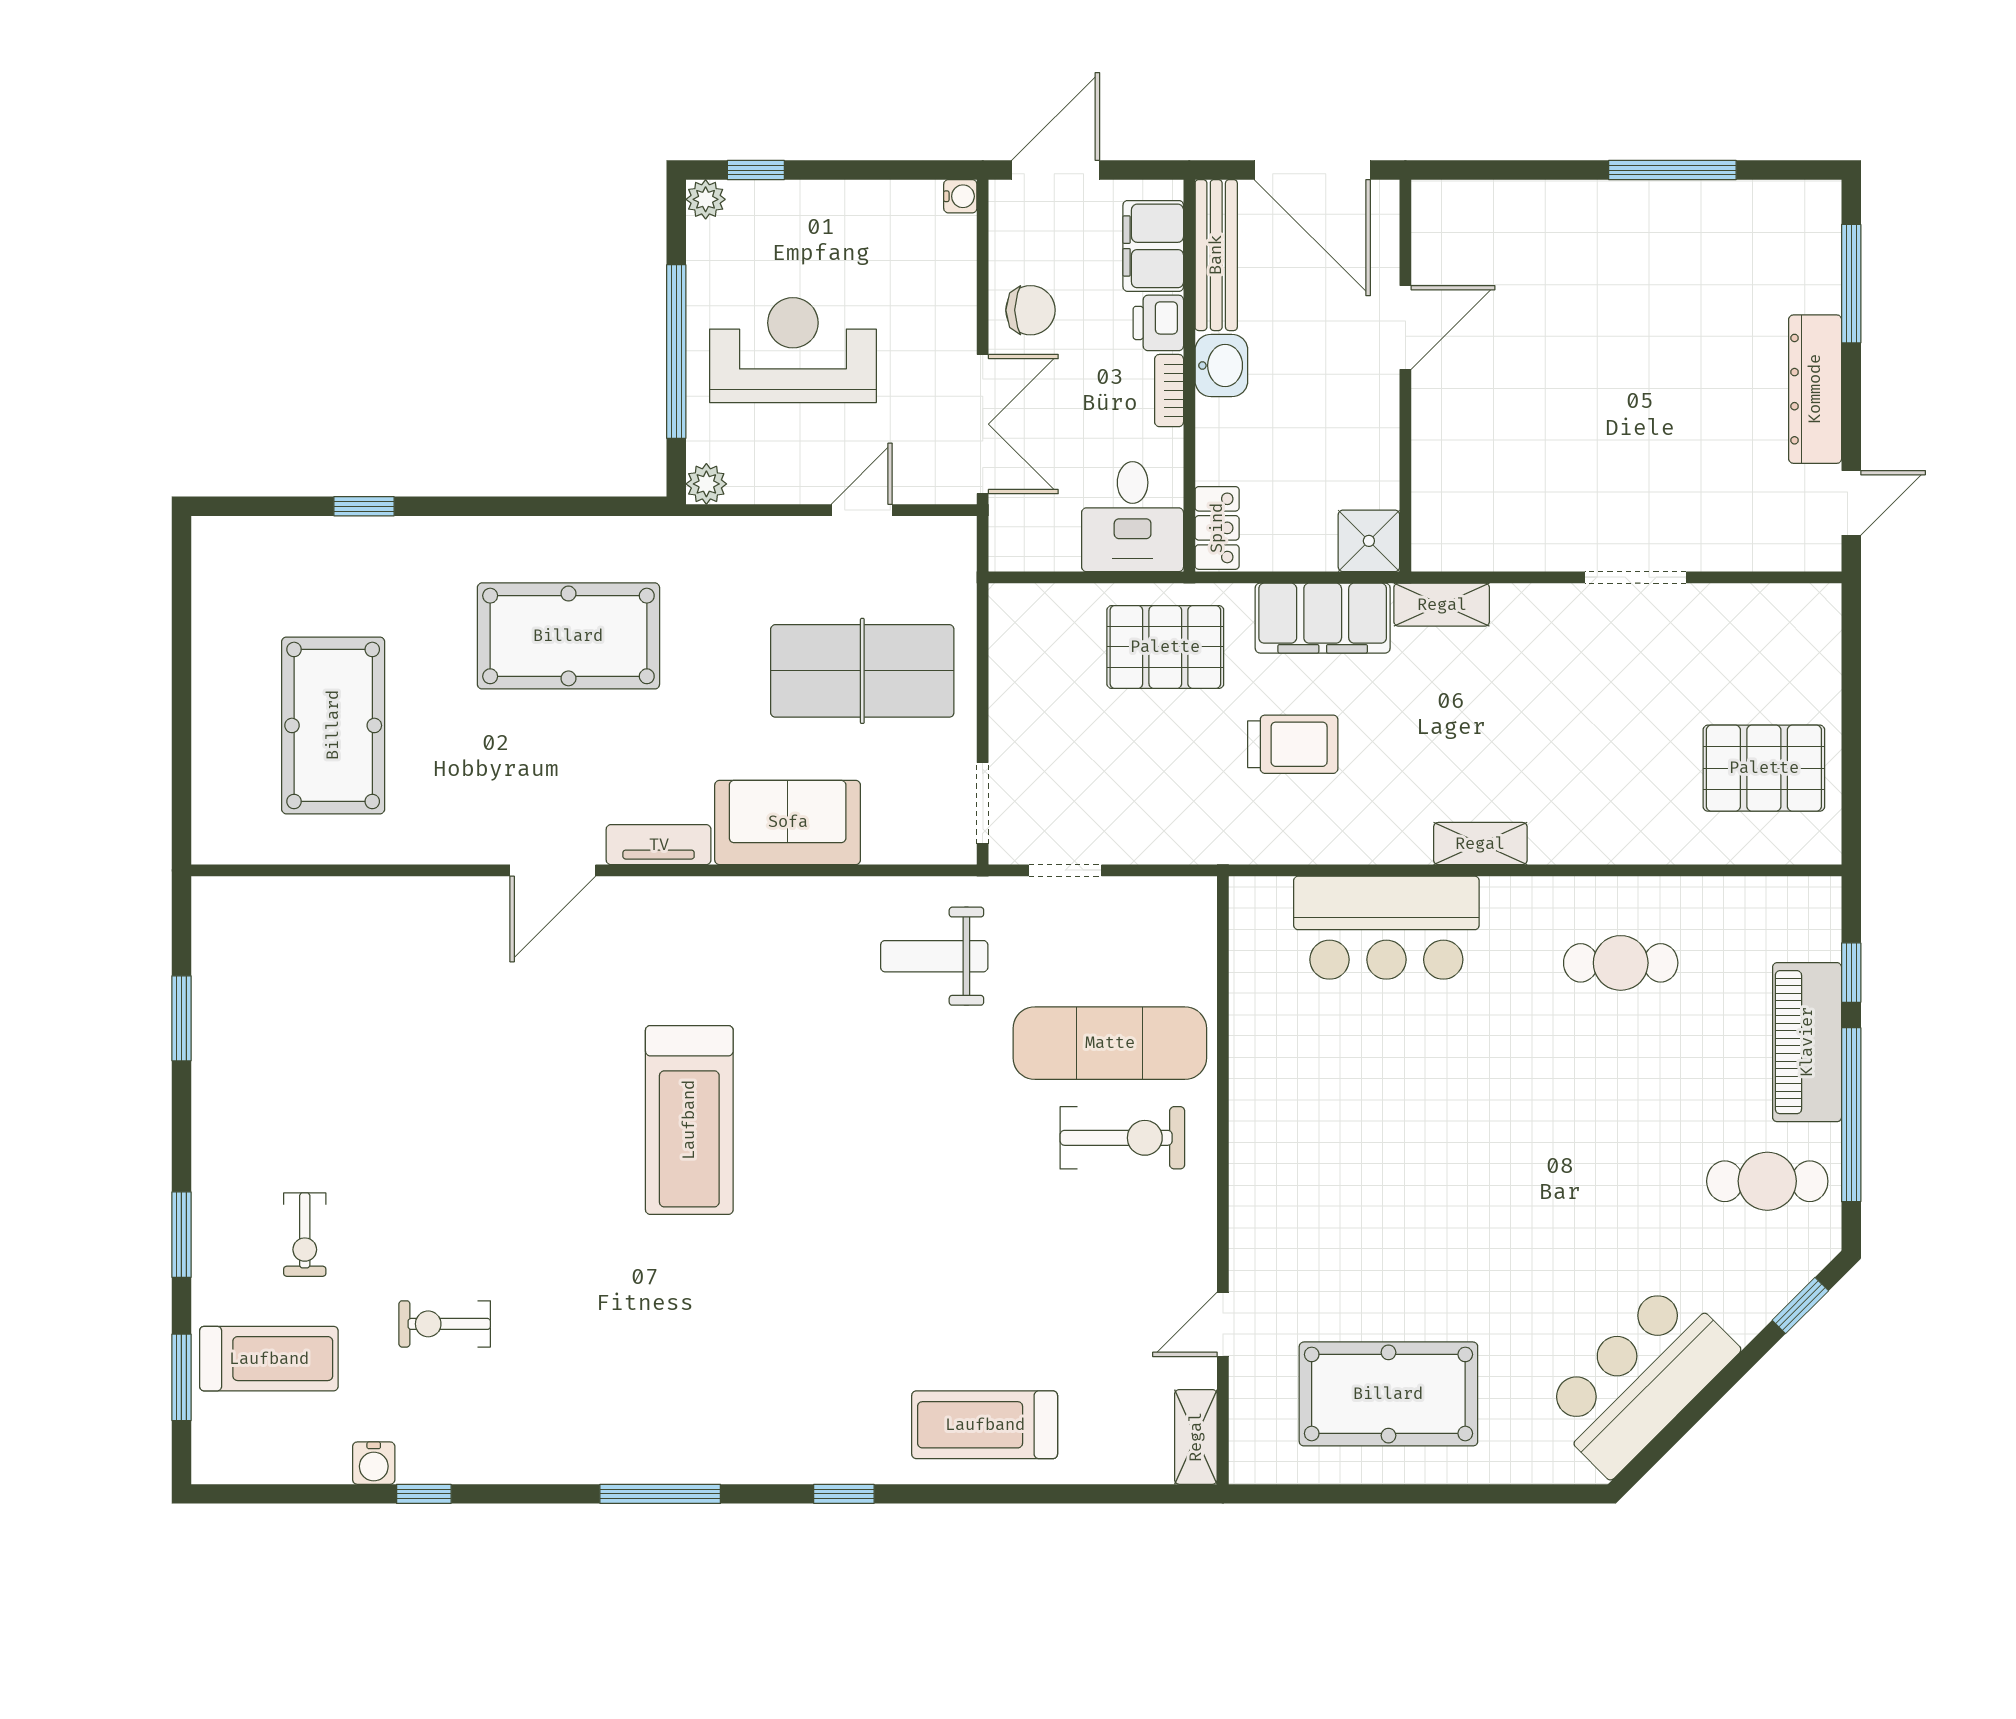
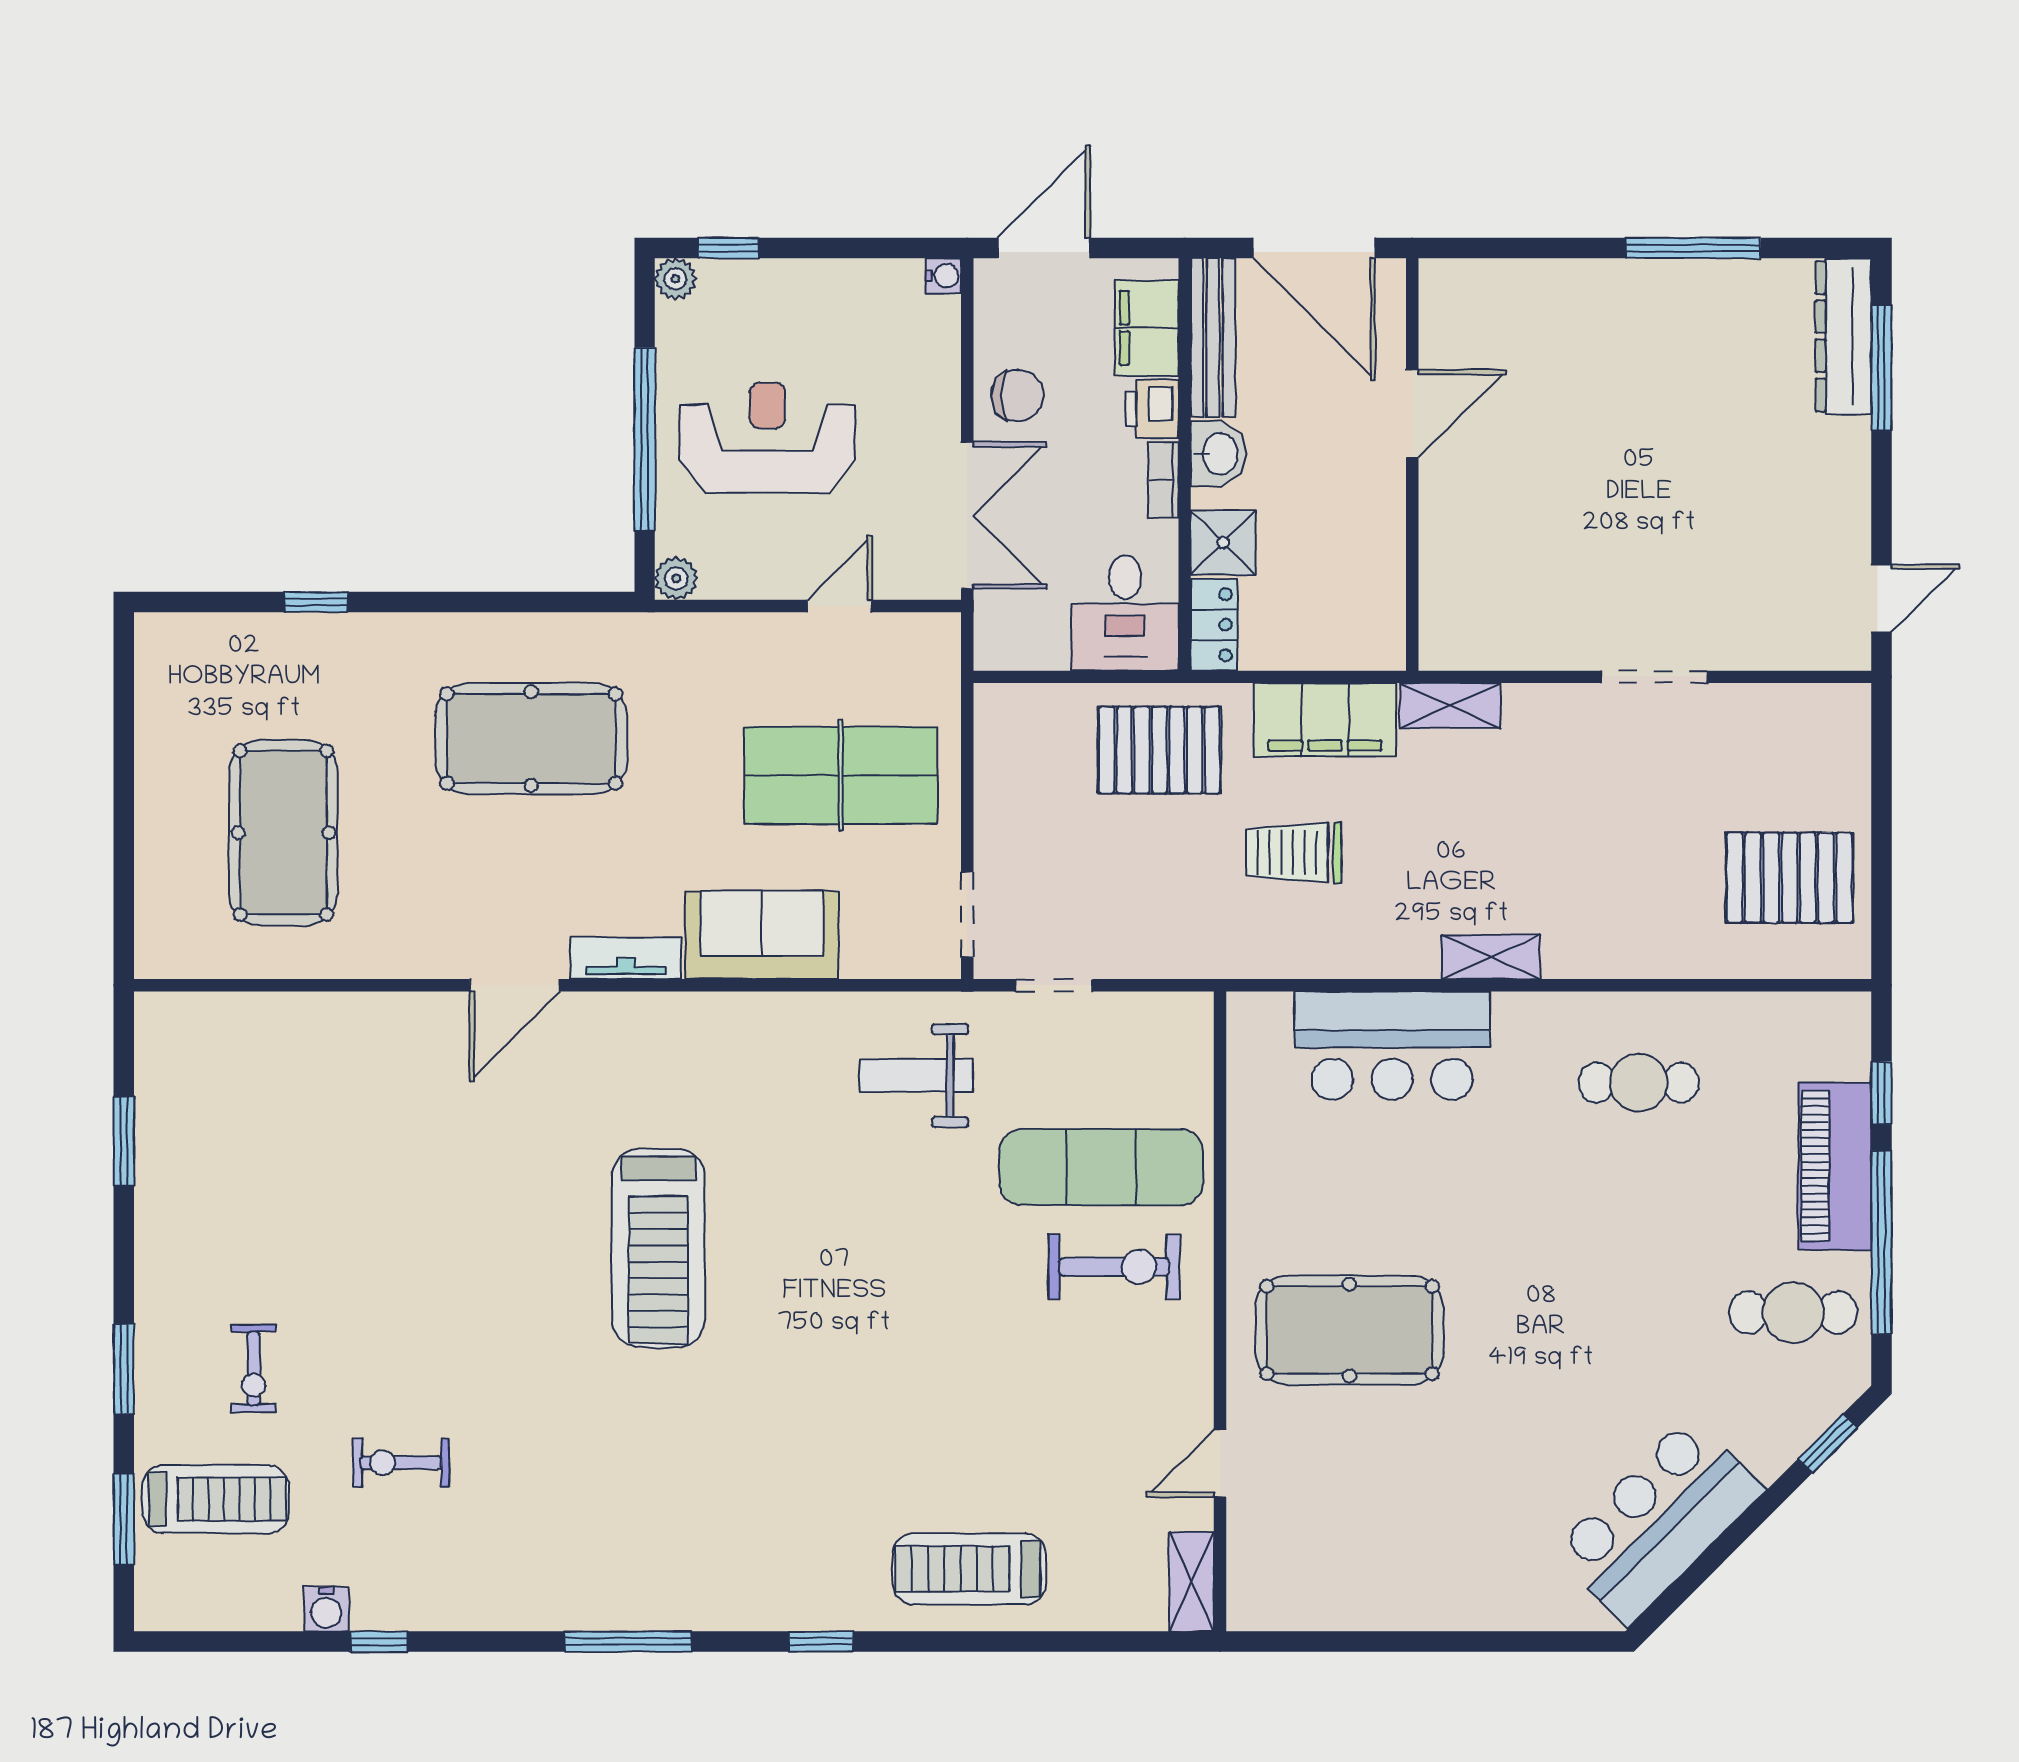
dresser: (1815, 389) -> (1843, 336), moved
shower: (1369, 541) -> (1223, 542), moved
trolley: (1293, 744) -> (1294, 852), turned 180
pool table: (1388, 1394) -> (1349, 1330), moved

